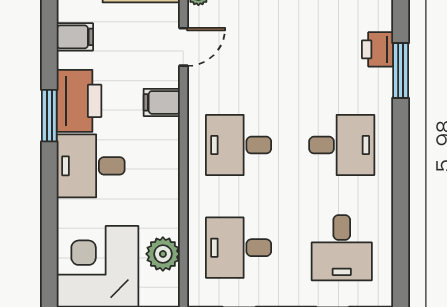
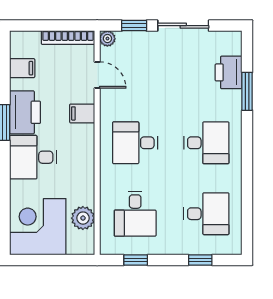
door: (183, 47) -> (97, 75), hinge flipped
printer: (378, 49) -> (229, 72), width x1.36, depth x1.24
desk: (239, 248) -> (135, 214), turned -90
desk: (342, 248) -> (206, 214), turned -90

